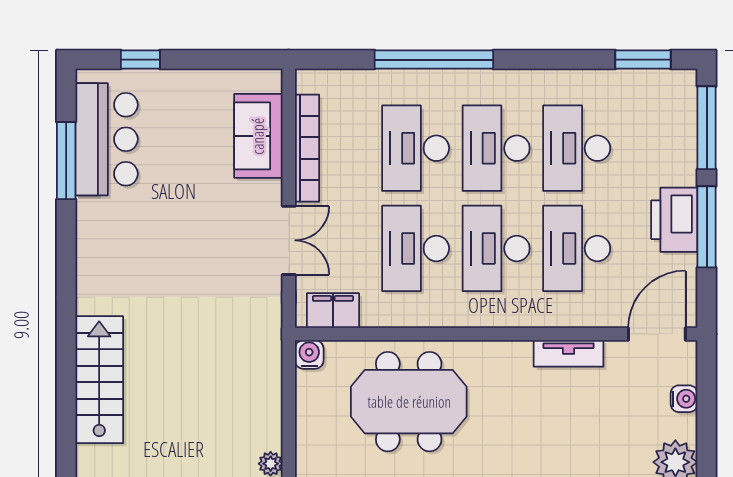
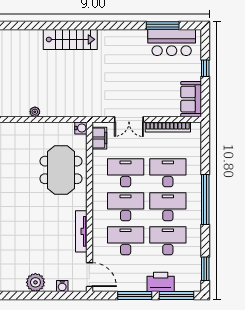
window: (140, 60) -> (205, 68), moved
window: (434, 60) -> (205, 200), moved
sofa: (258, 136) -> (191, 99), moved, turned -90
printer: (674, 220) -> (161, 282), moved
tv unit: (569, 353) -> (81, 231), width x1.41

